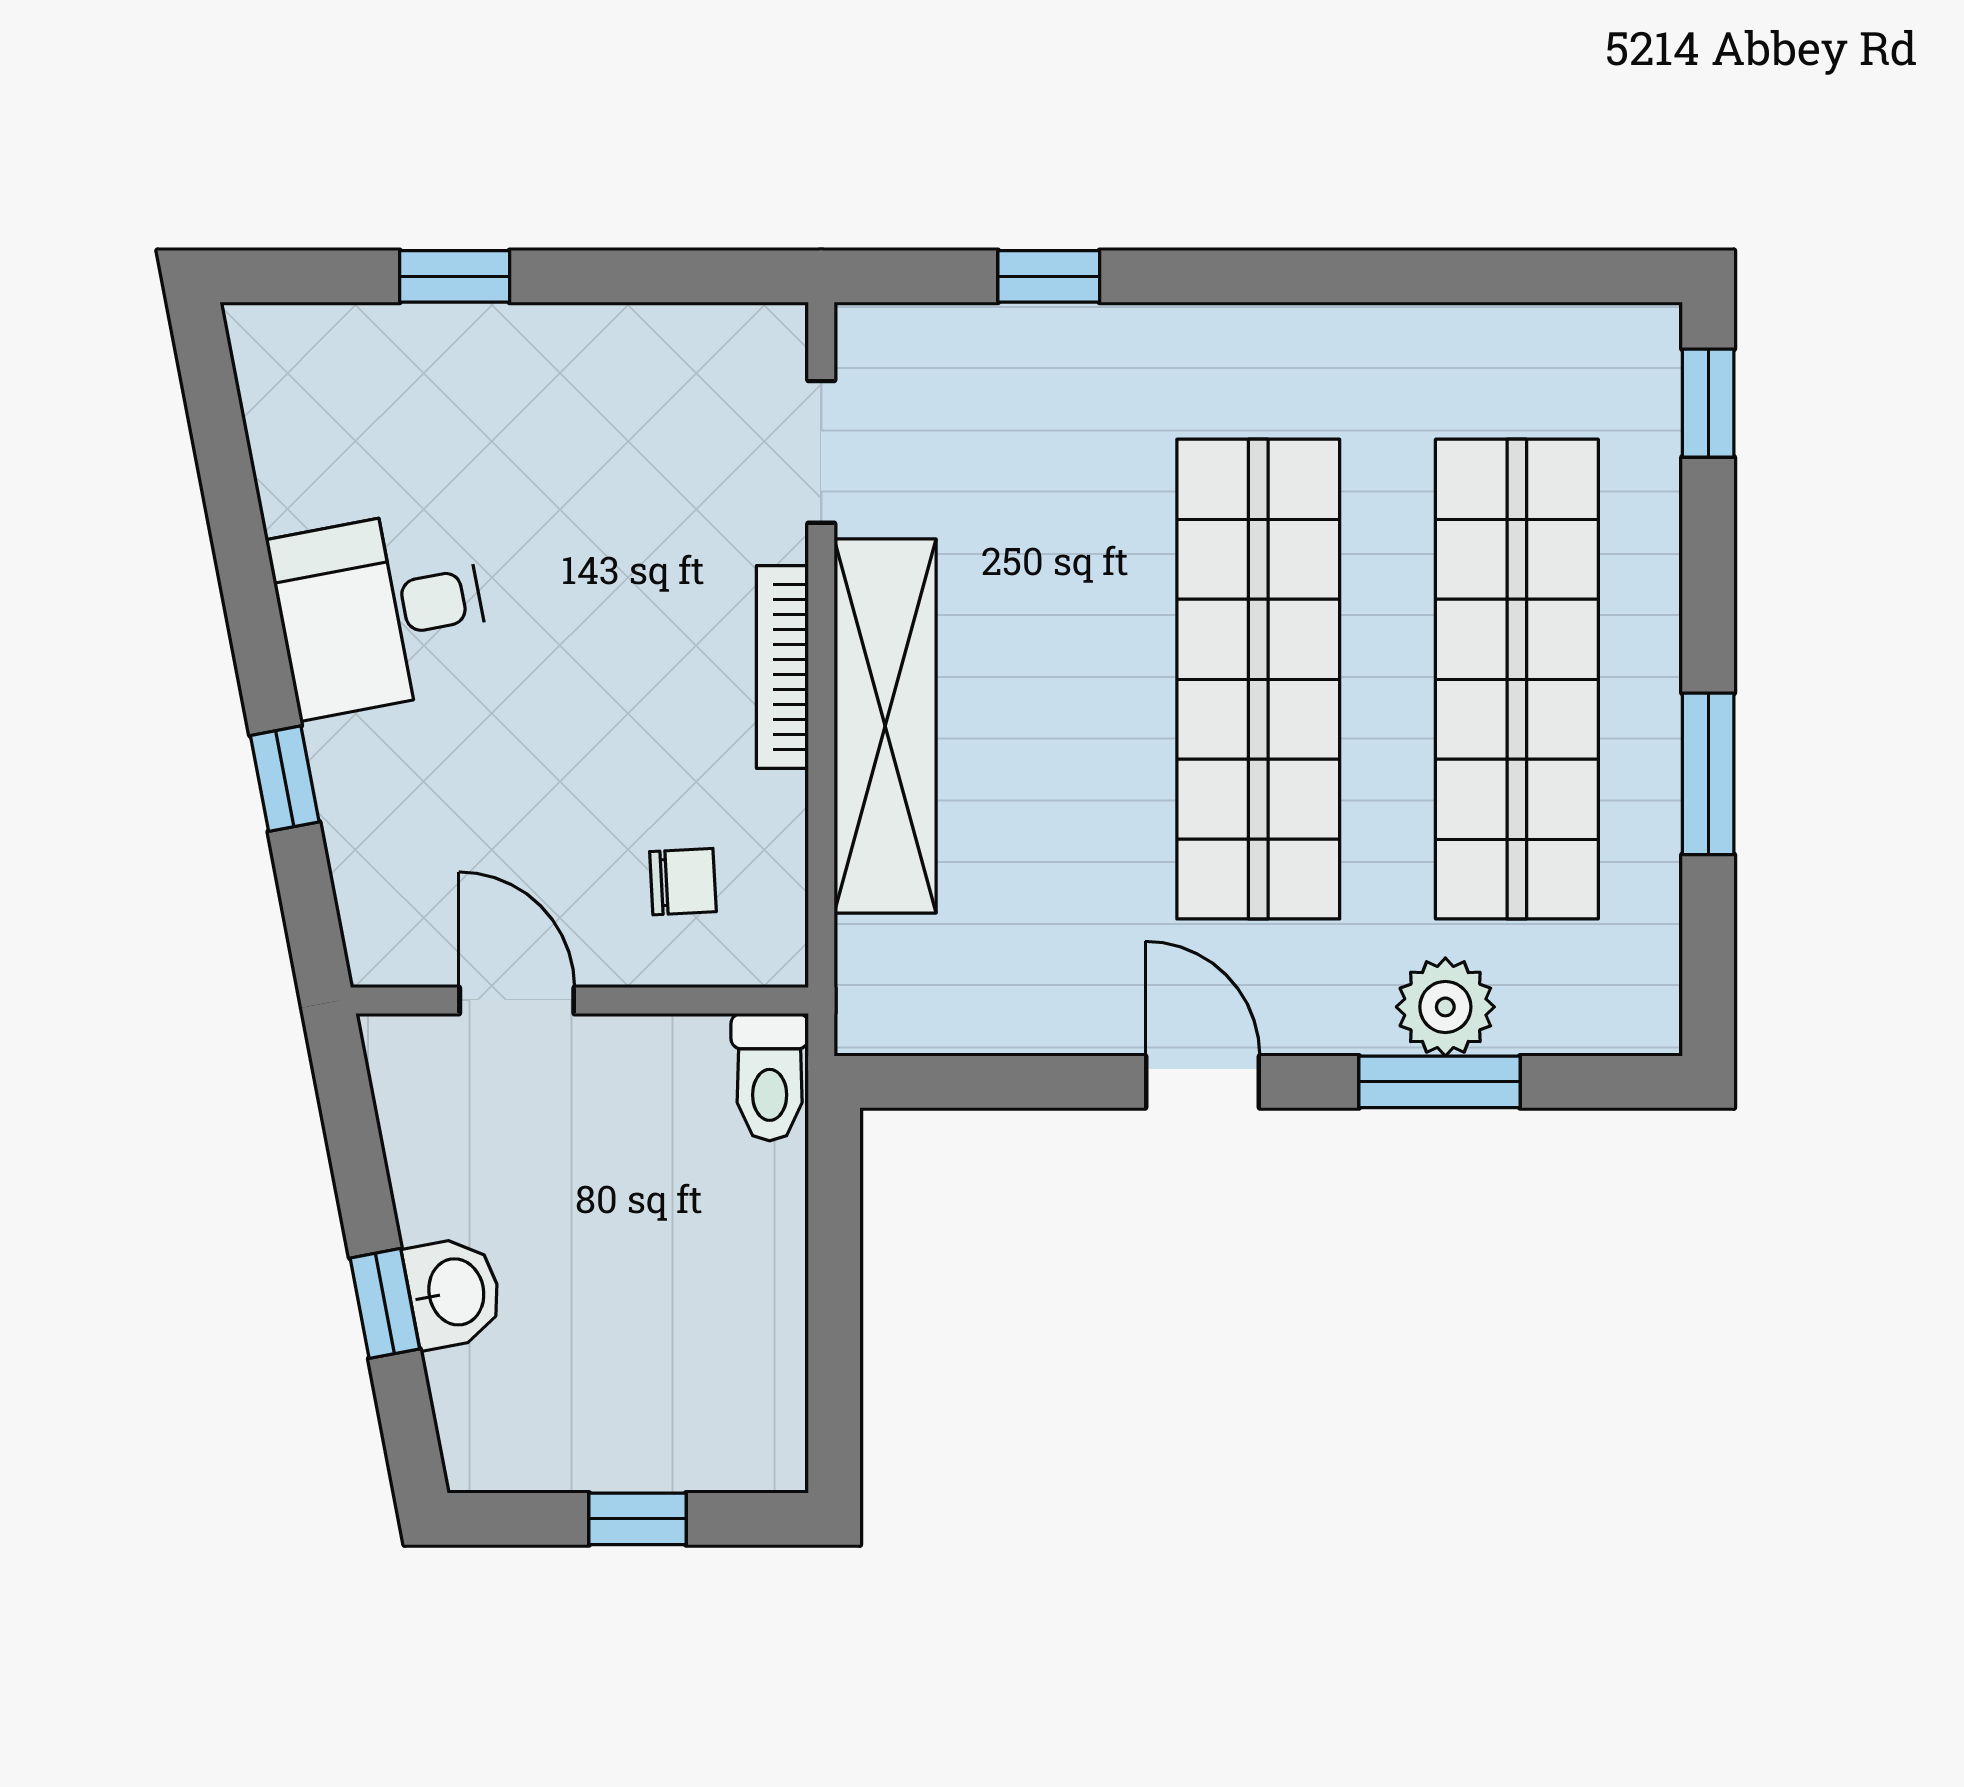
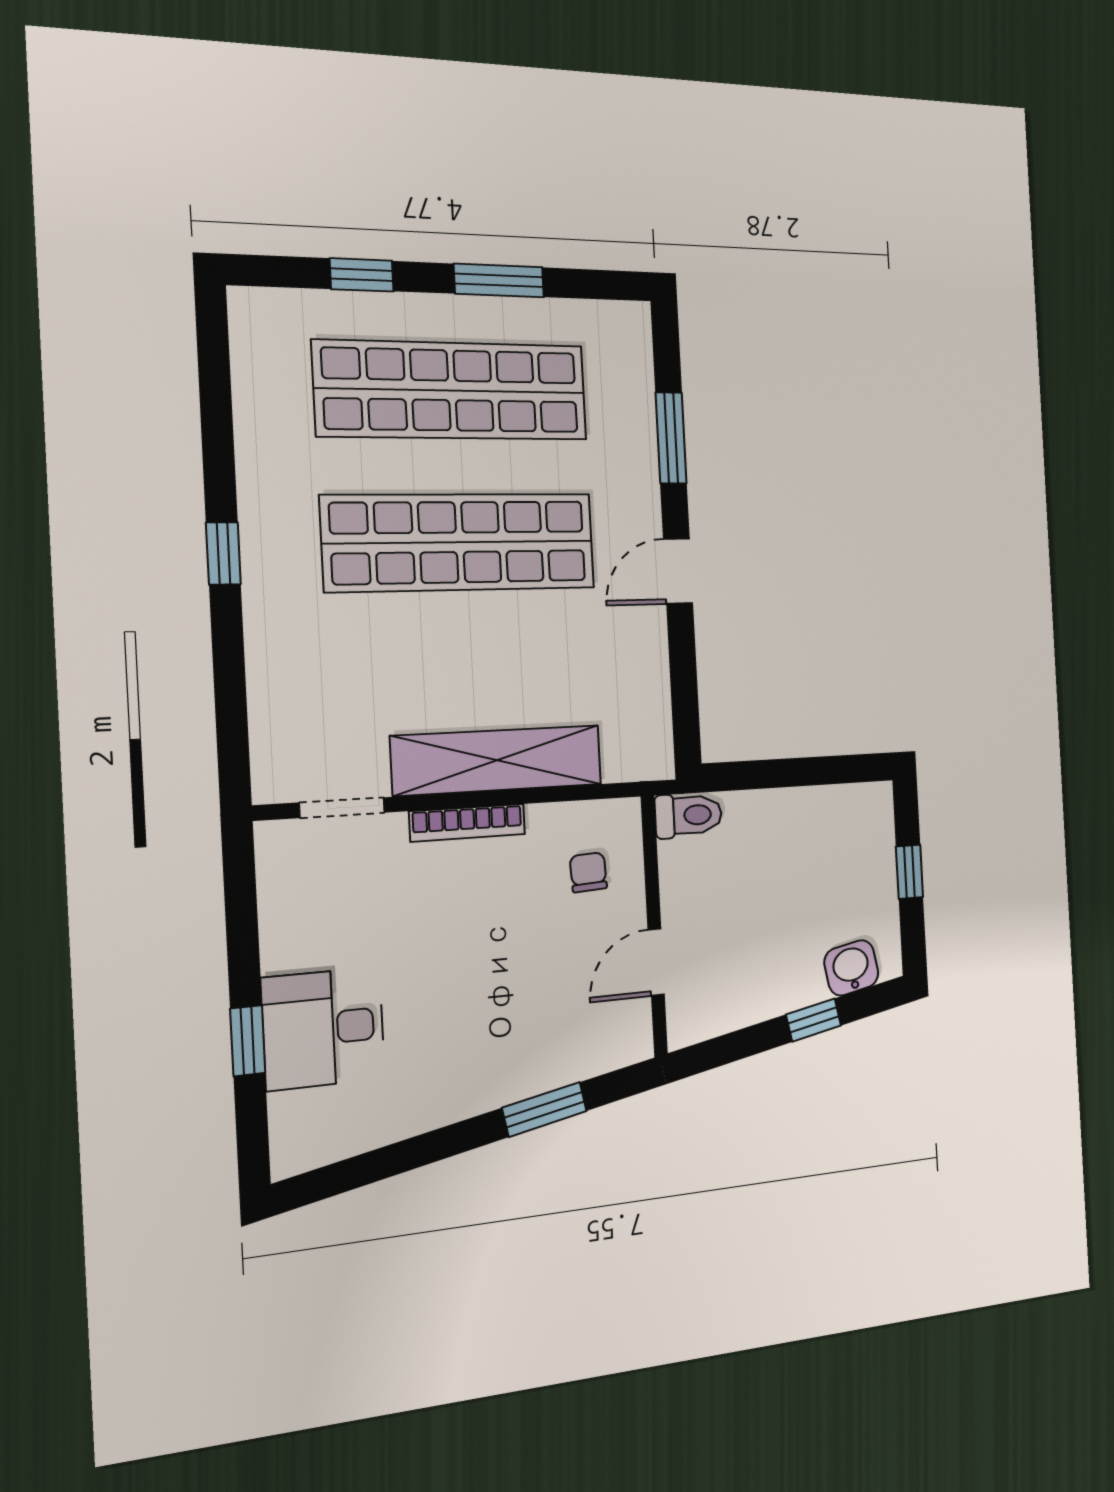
window: (1049, 276) -> (223, 553), moved
window: (1708, 403) -> (362, 275), moved
desk: (381, 612) -> (323, 1028), moved, turned 101
window: (285, 779) -> (544, 1109), width x1.50
plant: (1445, 1007) -> (632, 434), removed
washbasin: (454, 1292) -> (851, 968), moved

